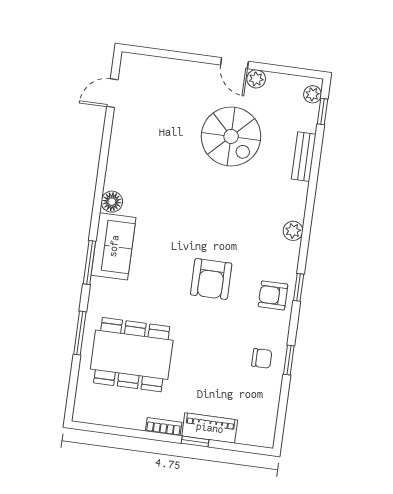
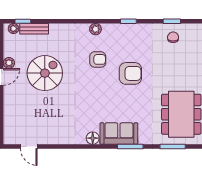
bench: (304, 157) -> (34, 29), moved
armchair: (273, 295) -> (98, 59), moved, turned -90

